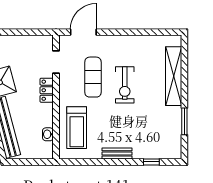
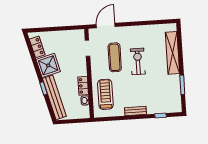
exercise bike: (125, 85) -> (138, 61), turned 180
locker: (47, 90) -> (83, 86), moved
treadmill: (77, 128) -> (105, 94), turned 180

